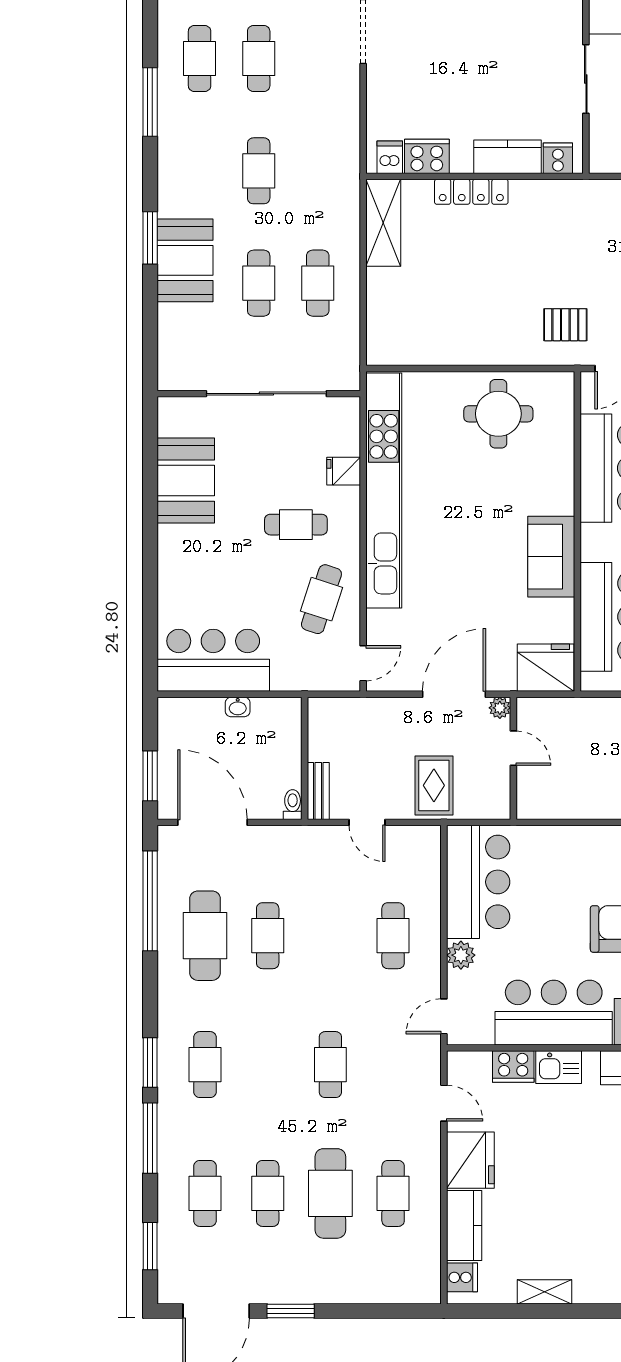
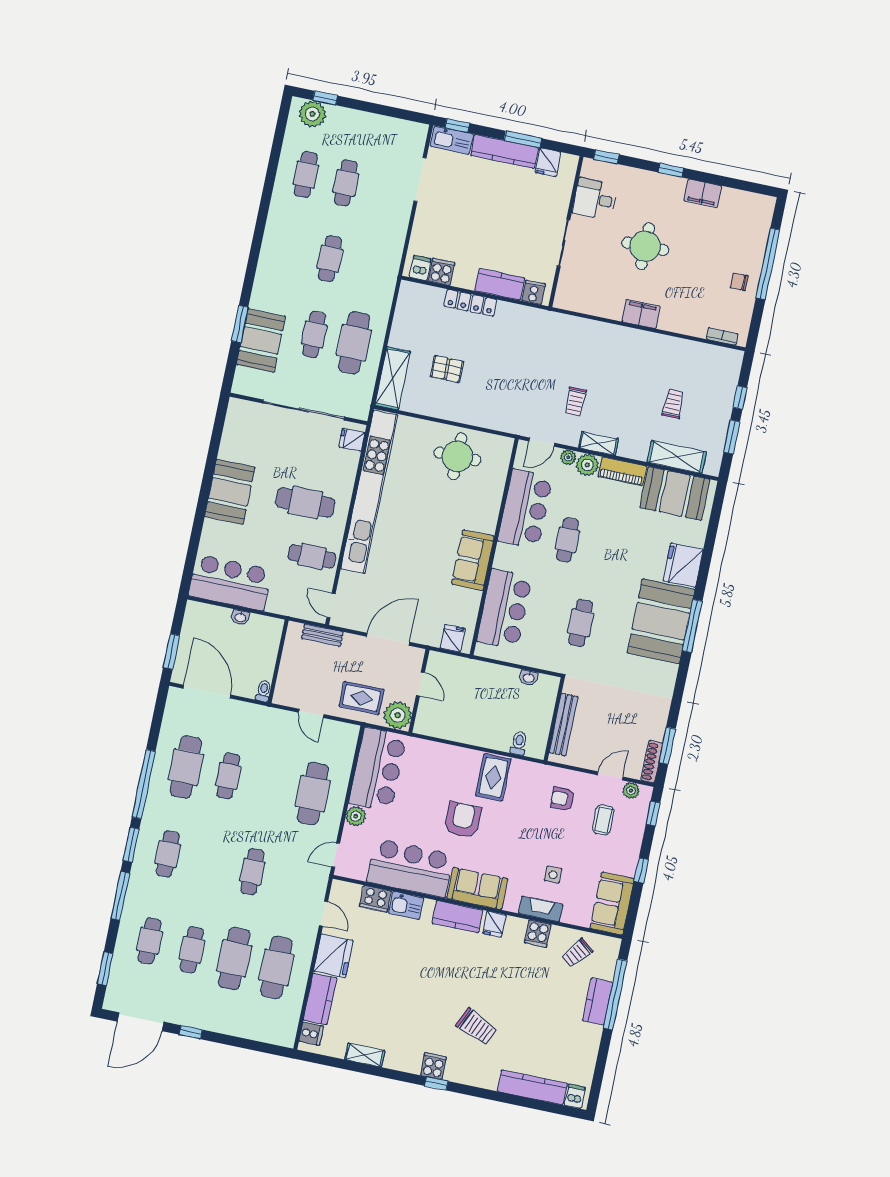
window: (150, 102) -> (266, 197), removed
cooker: (427, 156) -> (441, 272), width x0.73
shelving: (383, 223) -> (393, 378), moved
window: (150, 238) -> (240, 324), moved
booth: (185, 260) -> (261, 341), moved
cafe table: (318, 283) -> (354, 343), width x1.37, depth x1.35
pallet: (565, 325) -> (447, 369), moved
fridge: (344, 471) -> (352, 440), moved
booth: (186, 481) -> (230, 492), moved
cafe table: (296, 525) -> (305, 503), width x1.37, depth x1.35
cafe table: (321, 599) -> (312, 556), turned 72
door: (363, 663) -> (331, 606), swing flipped
fridge: (546, 668) -> (453, 638), width x0.53, depth x0.75
plant: (500, 708) -> (398, 715), moved, width x1.87, depth x1.87
rug: (434, 785) -> (362, 698), turned 90
bench: (318, 791) -> (322, 635), moved, turned 90
window: (150, 901) -> (144, 784), moved
cafe table: (393, 936) -> (313, 794), width x1.37, depth x1.35
cafe table: (393, 1193) -> (276, 967), width x1.37, depth x1.35
window: (291, 1311) -> (191, 1032), width x0.67

